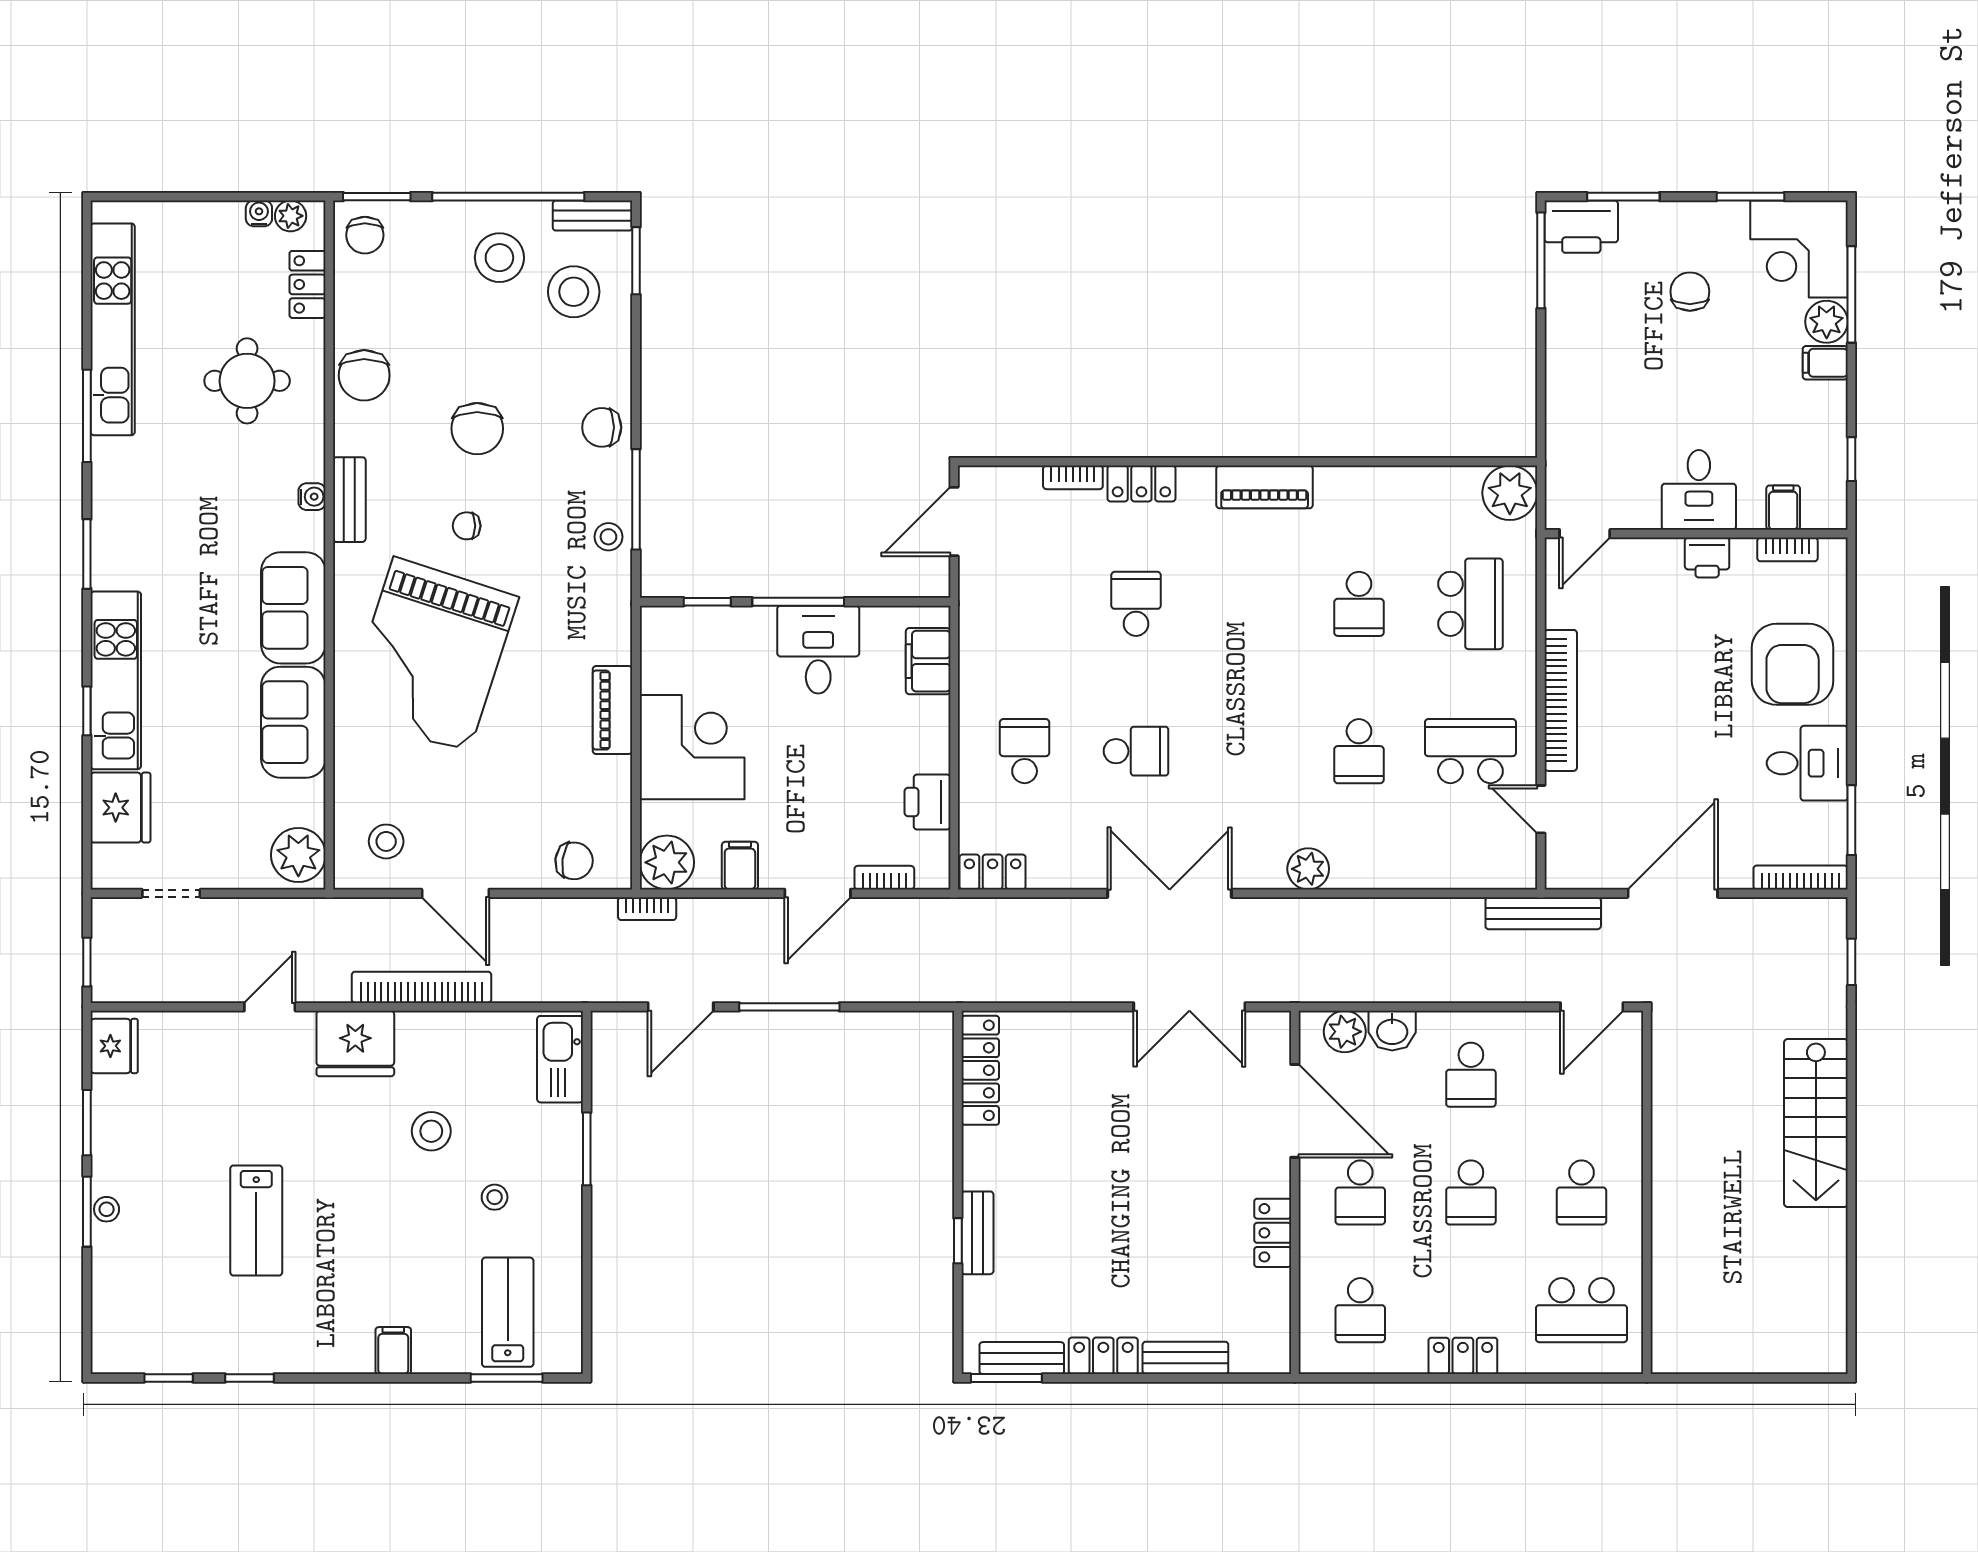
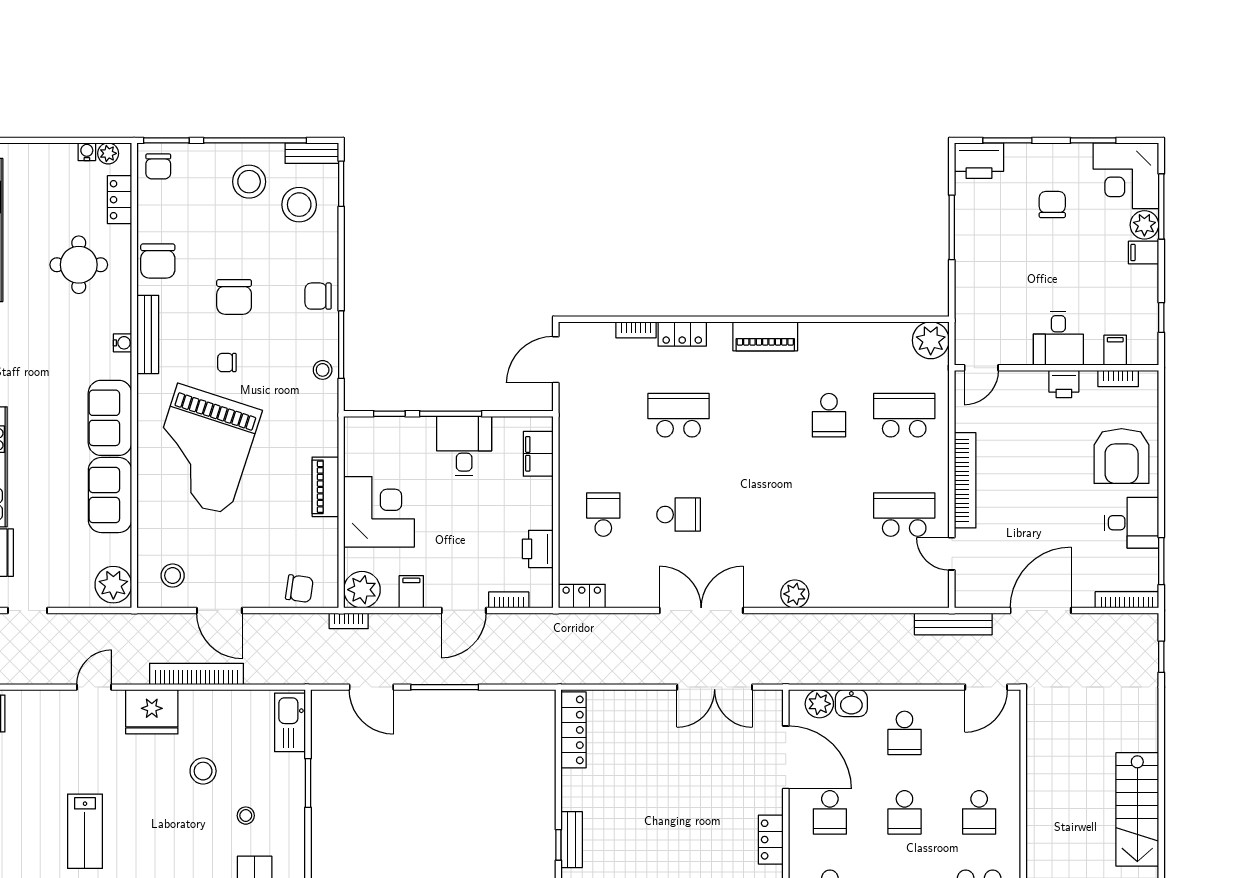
window: (1541, 260) -> (952, 227), moved
bench: (349, 500) -> (148, 334), width x1.36
school desk: (1136, 604) -> (679, 415), width x1.85
school desk: (1470, 604) -> (904, 415), turned -90
school desk: (1359, 751) -> (829, 515), removed
door: (681, 1007) -> (371, 687), hinge flipped
stairs: (1816, 1123) -> (1137, 809), moved

